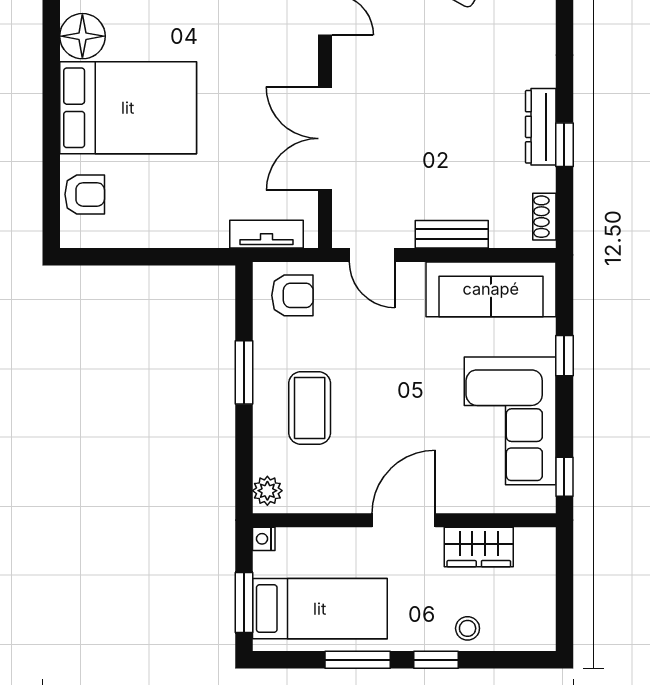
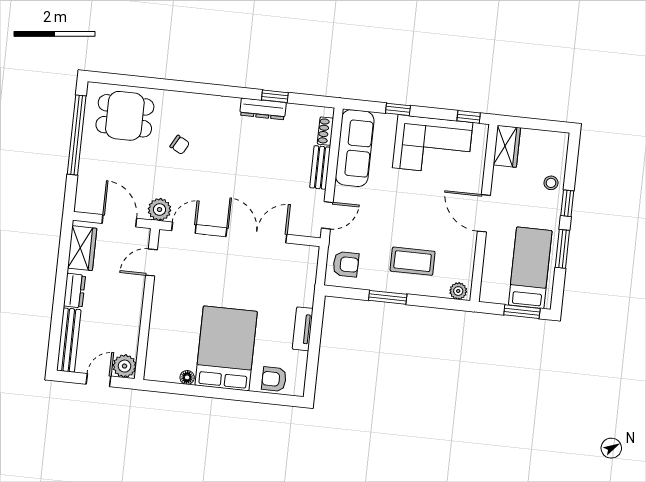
floor lamp: (82, 36) -> (187, 377), width x0.53, depth x0.53
double door: (325, 139) -> (256, 235), swing flipped
armchair: (85, 194) -> (274, 379), turned -90
shoe rack: (544, 217) -> (325, 131), moved, turned 90
tv unit: (266, 234) -> (303, 329), moved
armchair: (292, 295) -> (346, 264), turned 90
nightstand: (264, 539) -> (486, 296), removed
wardrobe: (479, 547) -> (507, 146), moved

